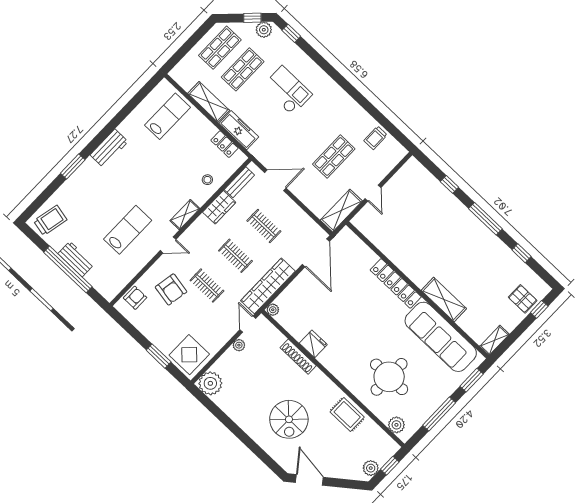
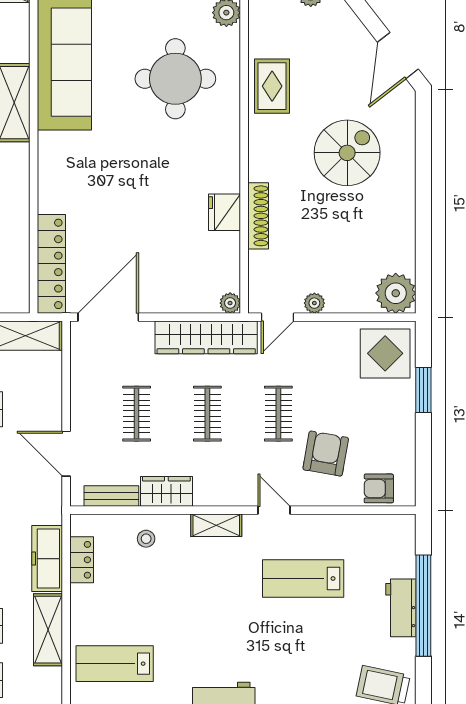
locker: (396, 283) -> (51, 264), moved

